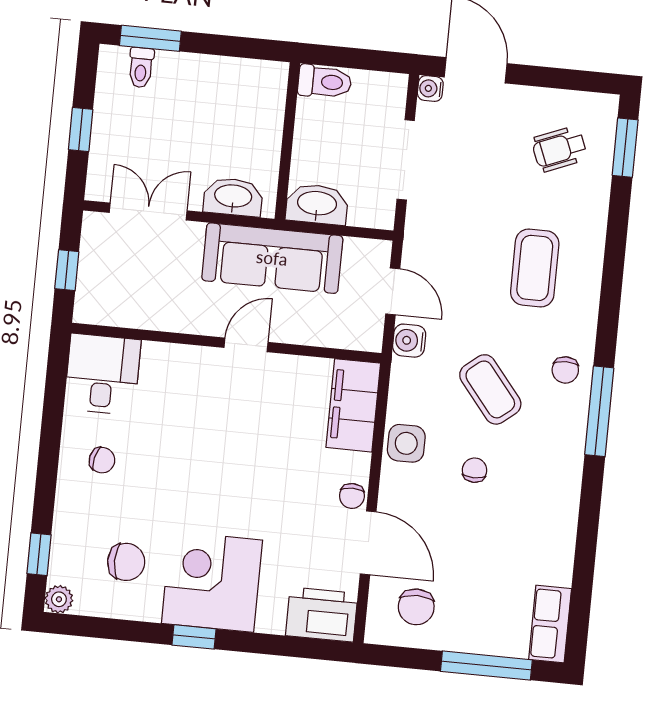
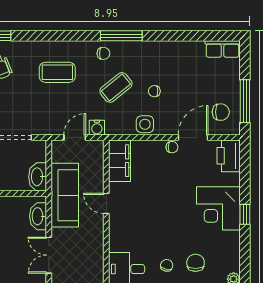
filing cabinet: (353, 405) -> (120, 161), moved, turned -90
chair: (126, 562) -> (196, 263), moved
window: (486, 666) -> (245, 101), moved

